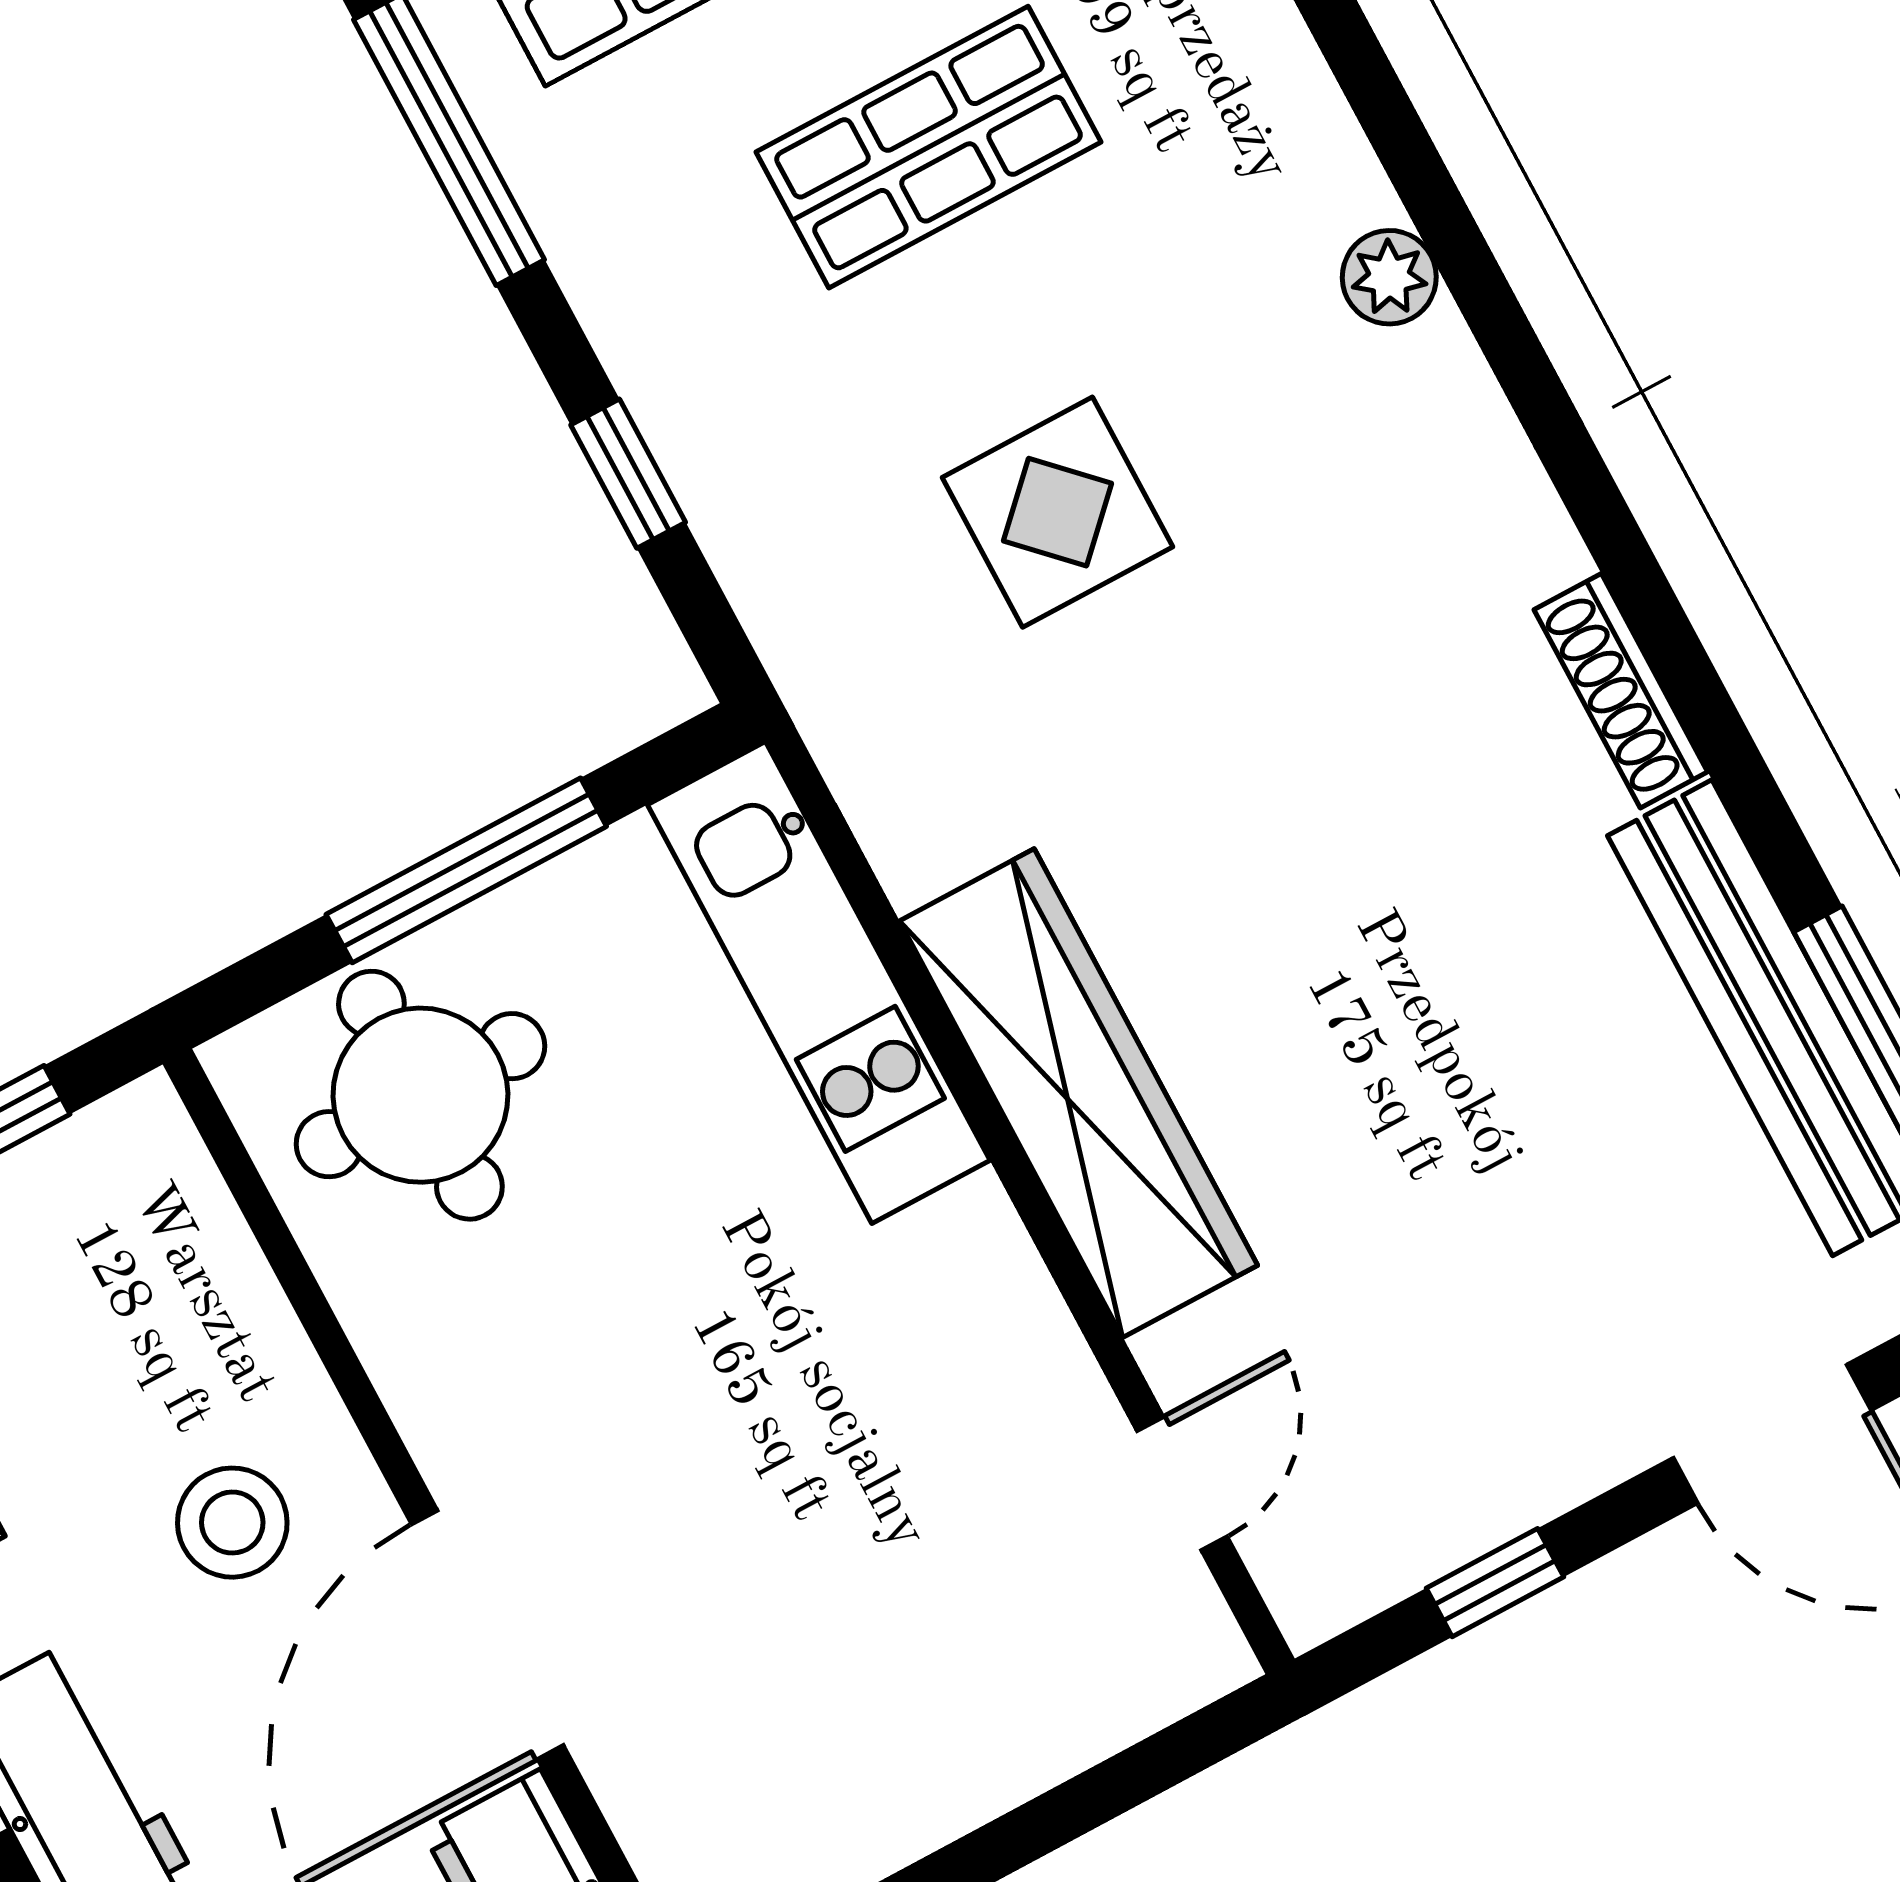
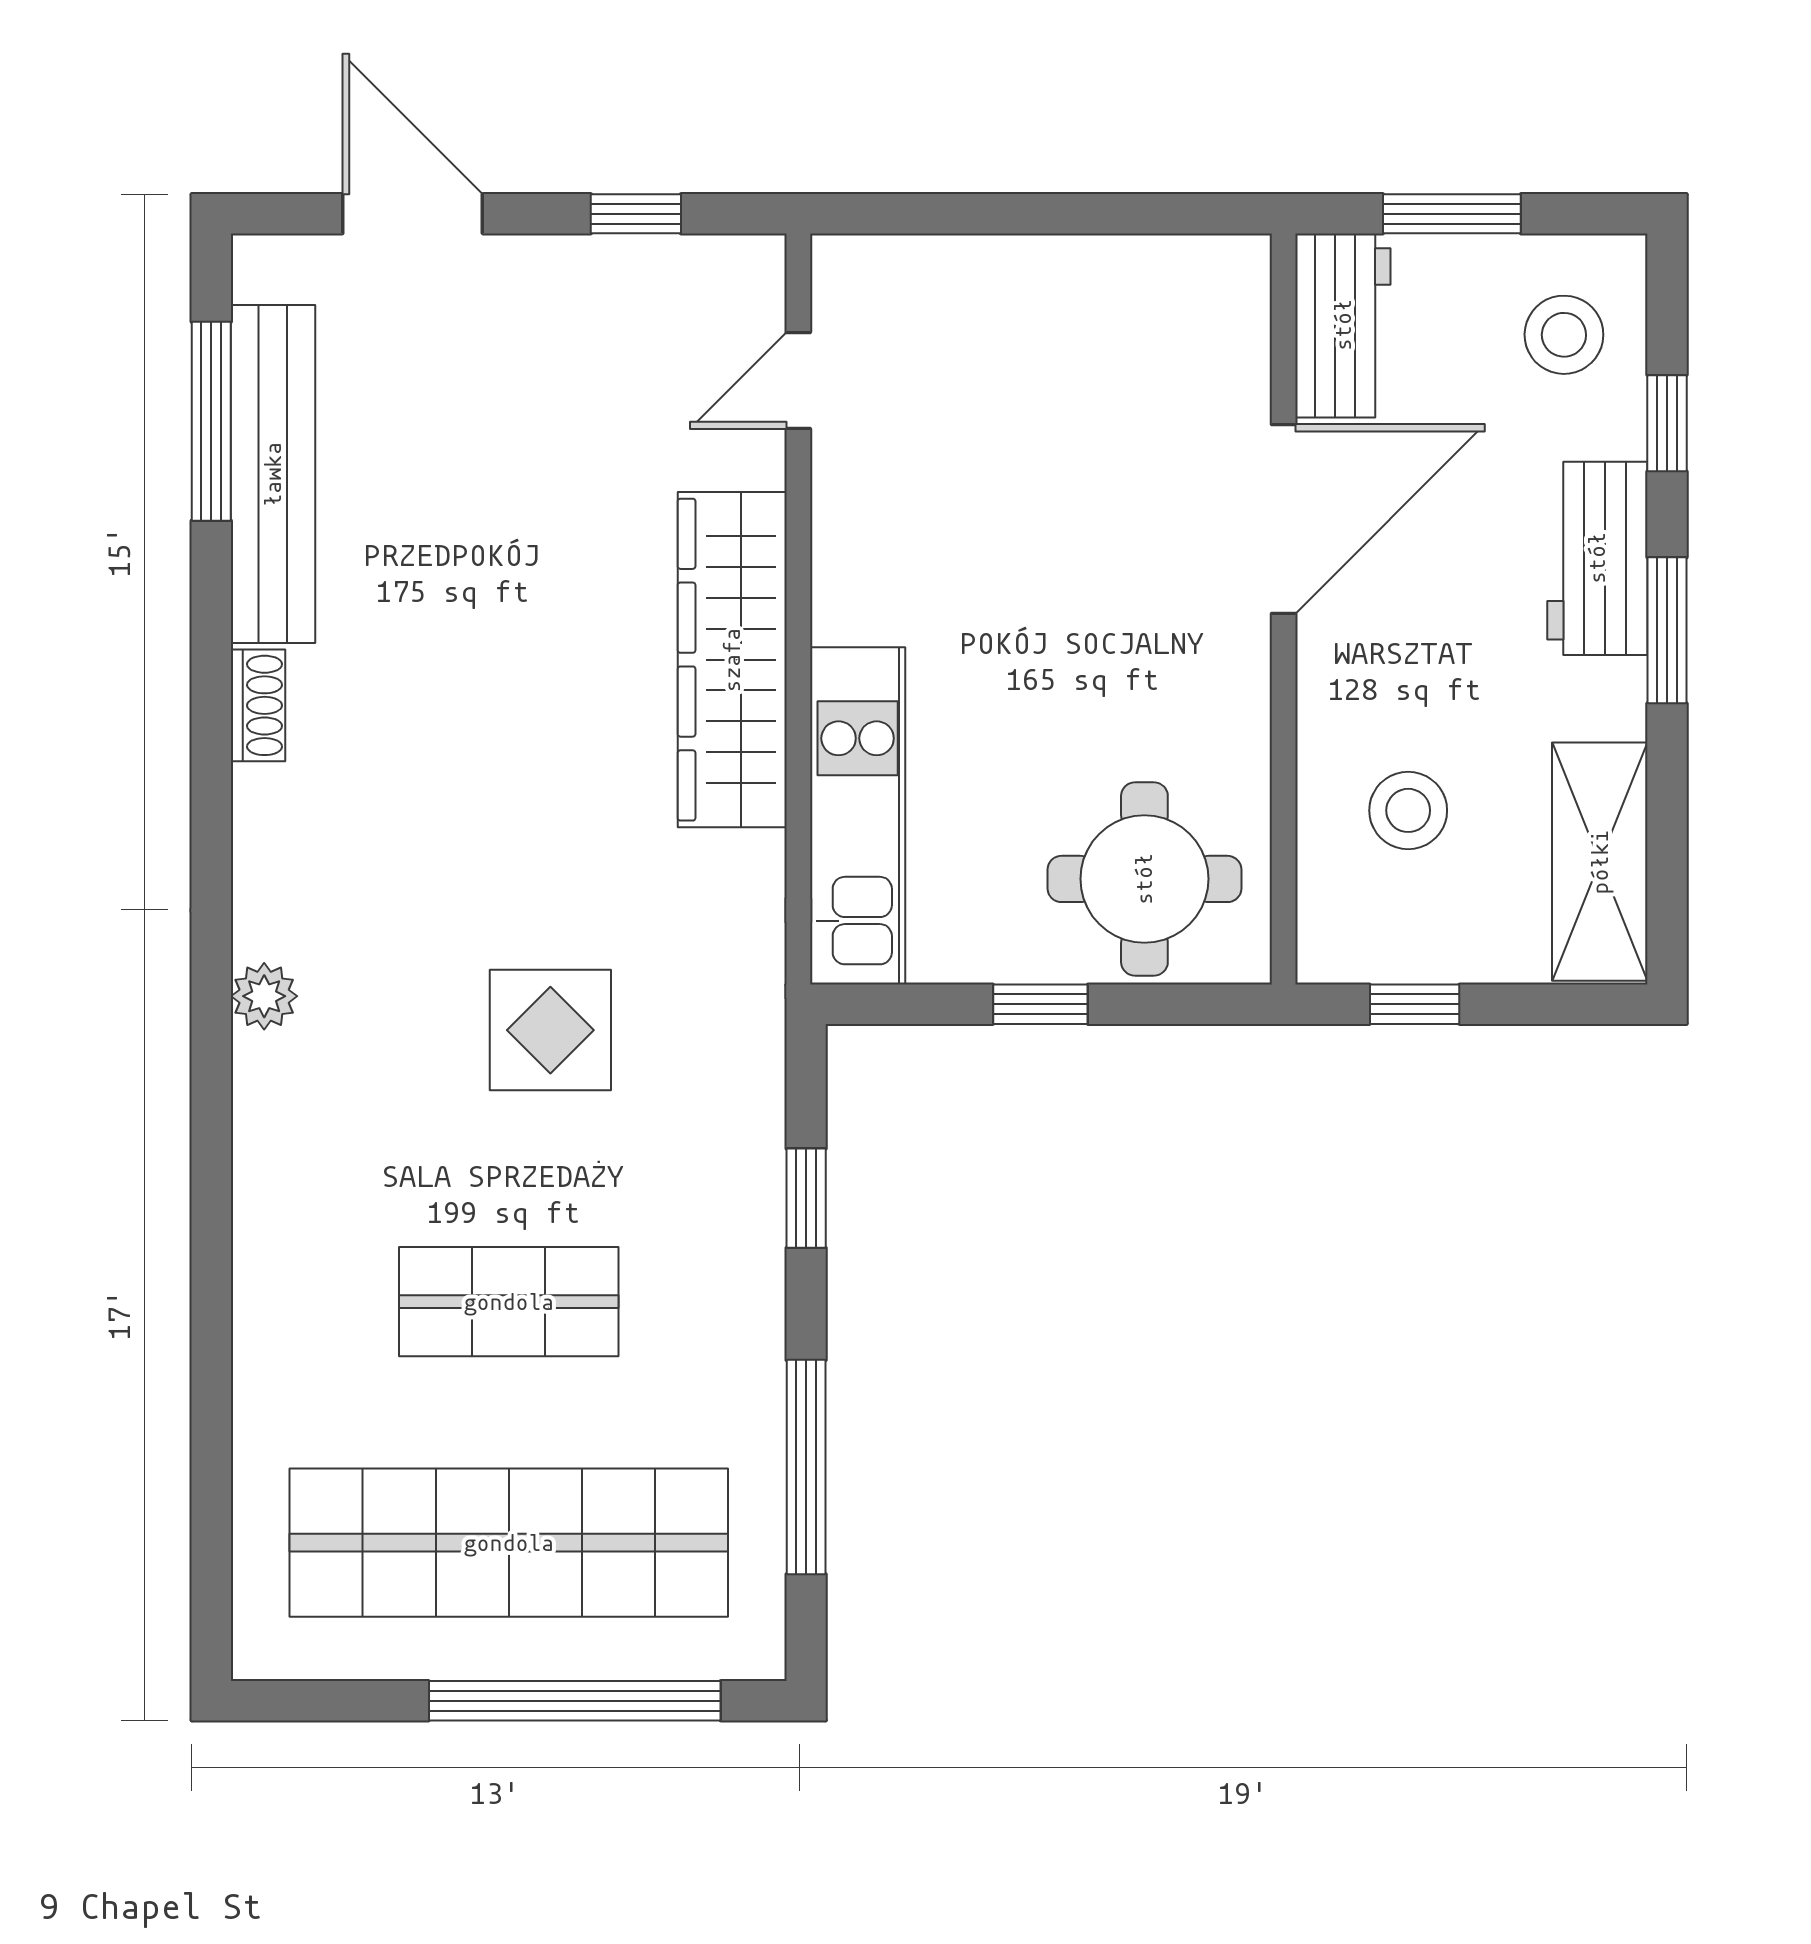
plant: (1389, 277) -> (264, 996), moved
shoe rack: (1621, 691) -> (258, 705), width x0.70
window: (466, 870) -> (1040, 1004), width x0.46
stool: (232, 1523) -> (1408, 810), moved

